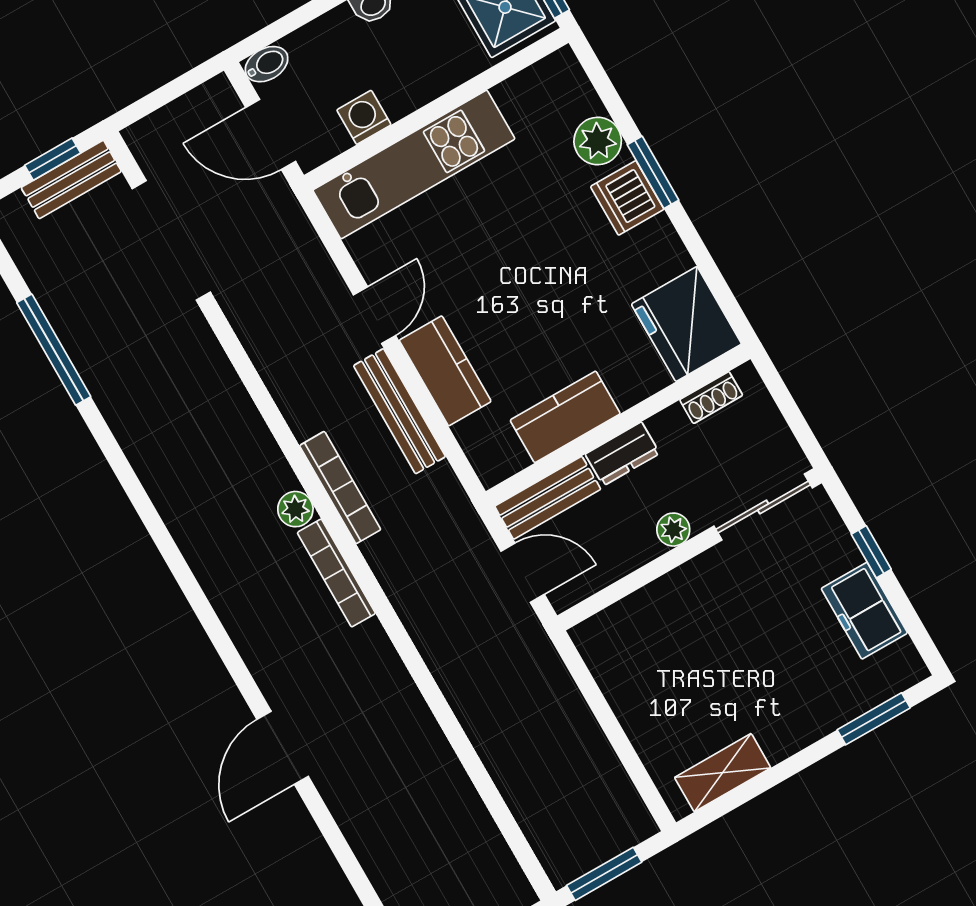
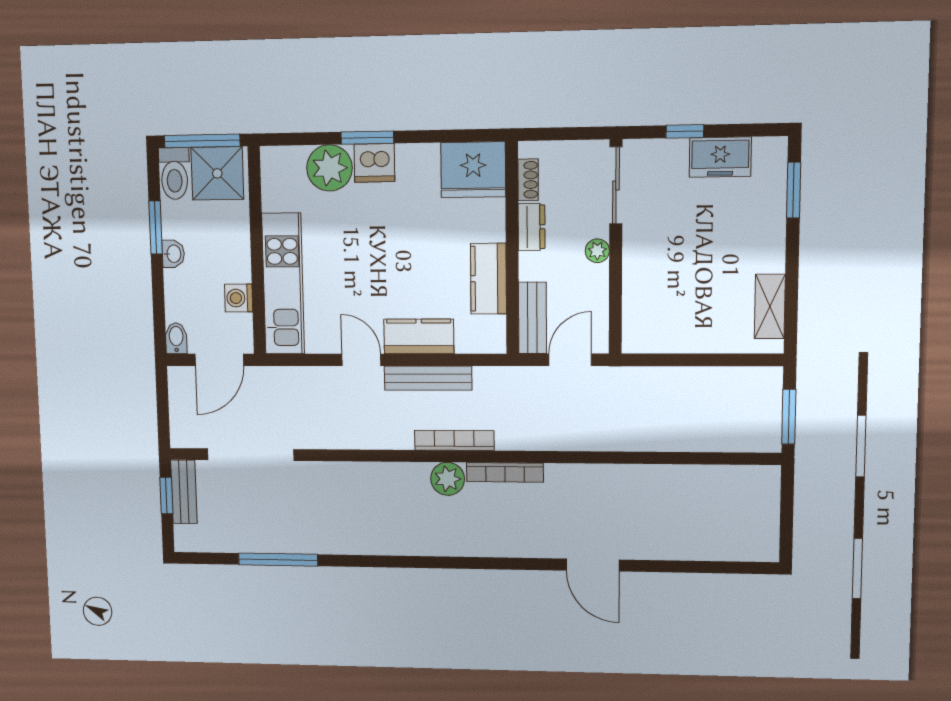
plant: (598, 141) -> (329, 168), width x1.36, depth x1.36
dresser: (622, 454) -> (531, 227), moved
plant: (295, 509) -> (448, 479), width x1.38, depth x1.38

